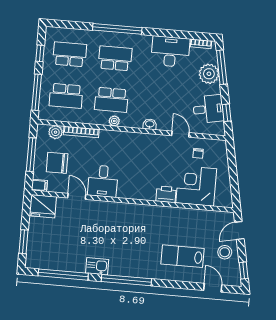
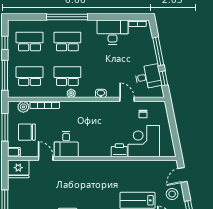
window: (222, 67) -> (158, 51), moved
plant: (209, 74) -> (146, 47), removed
school desk: (66, 96) -> (30, 76), turned 180
school desk: (111, 100) -> (67, 76), turned 180

